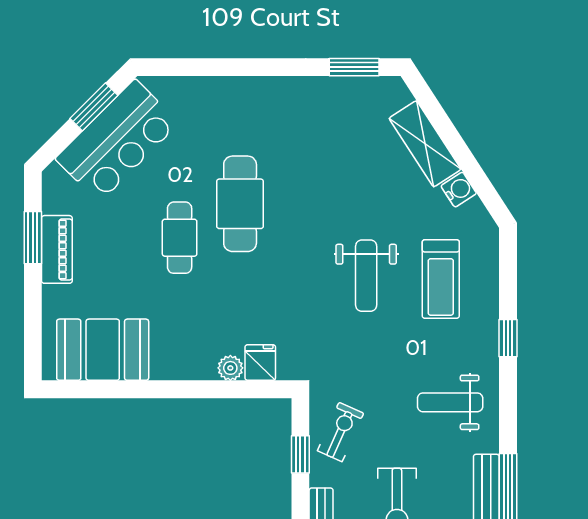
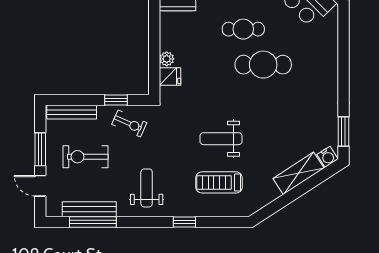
water cooler: (459, 190) -> (327, 157), moved

